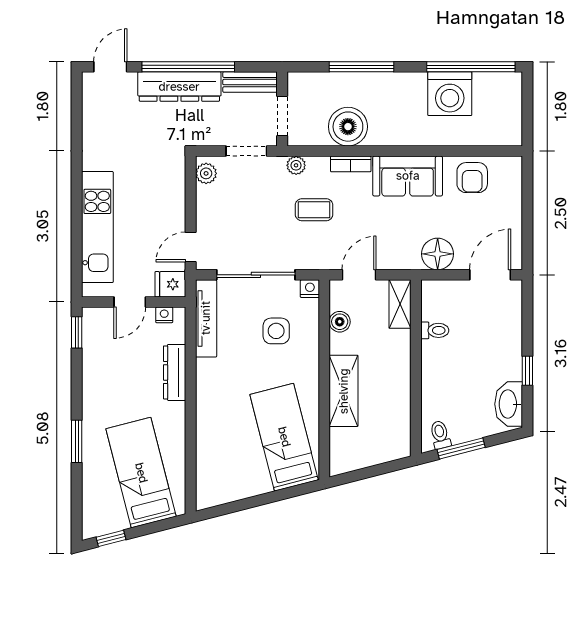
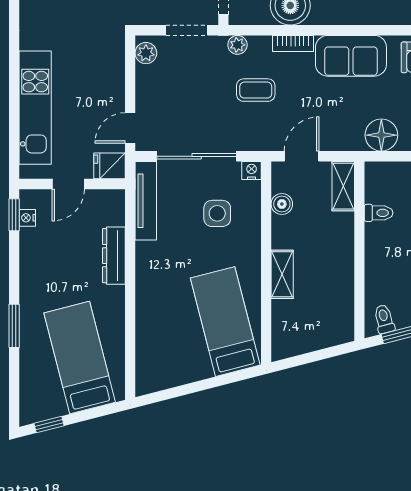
nightstand: (164, 315) -> (27, 218), moved, turned -90
shelving: (344, 391) -> (282, 274), width x0.67, depth x0.75

